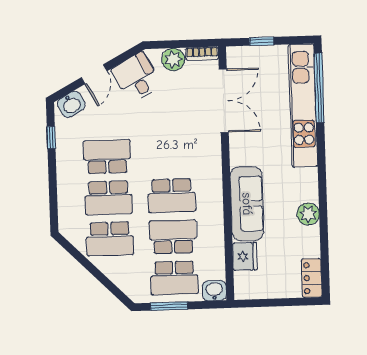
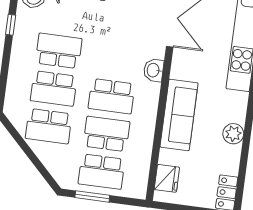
fridge: (245, 256) -> (167, 178), moved
washbasin: (214, 291) -> (154, 70), moved, turned -90

